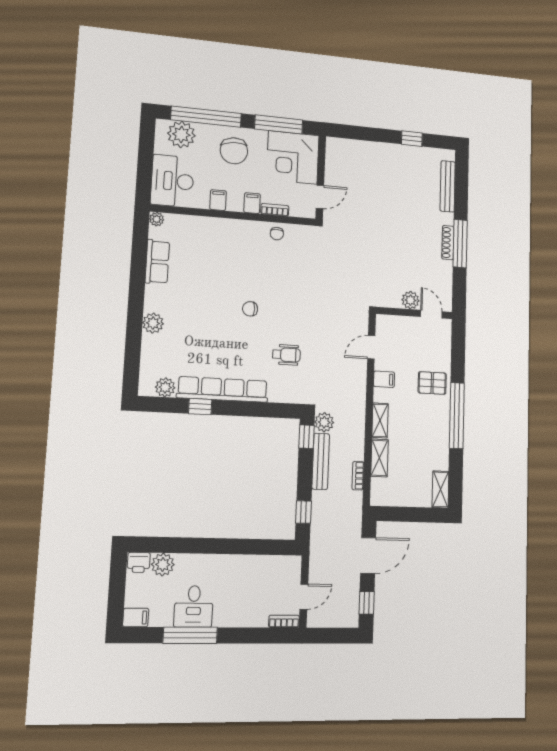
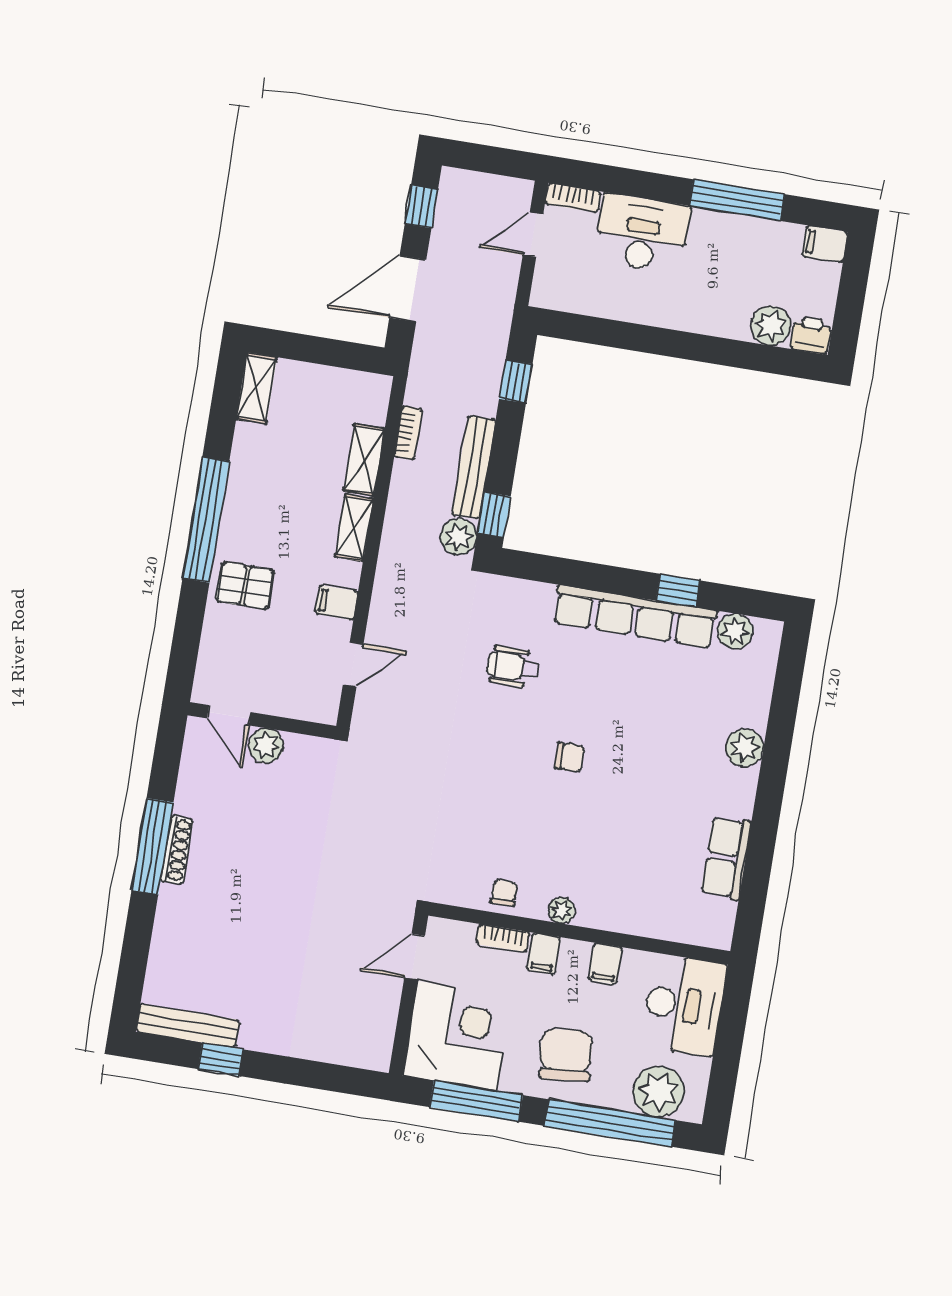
bench: (448, 186) -> (188, 1026), moved, turned 90
plant: (157, 219) -> (562, 910), moved
desk: (194, 606) -> (642, 234), moved, width x1.37

